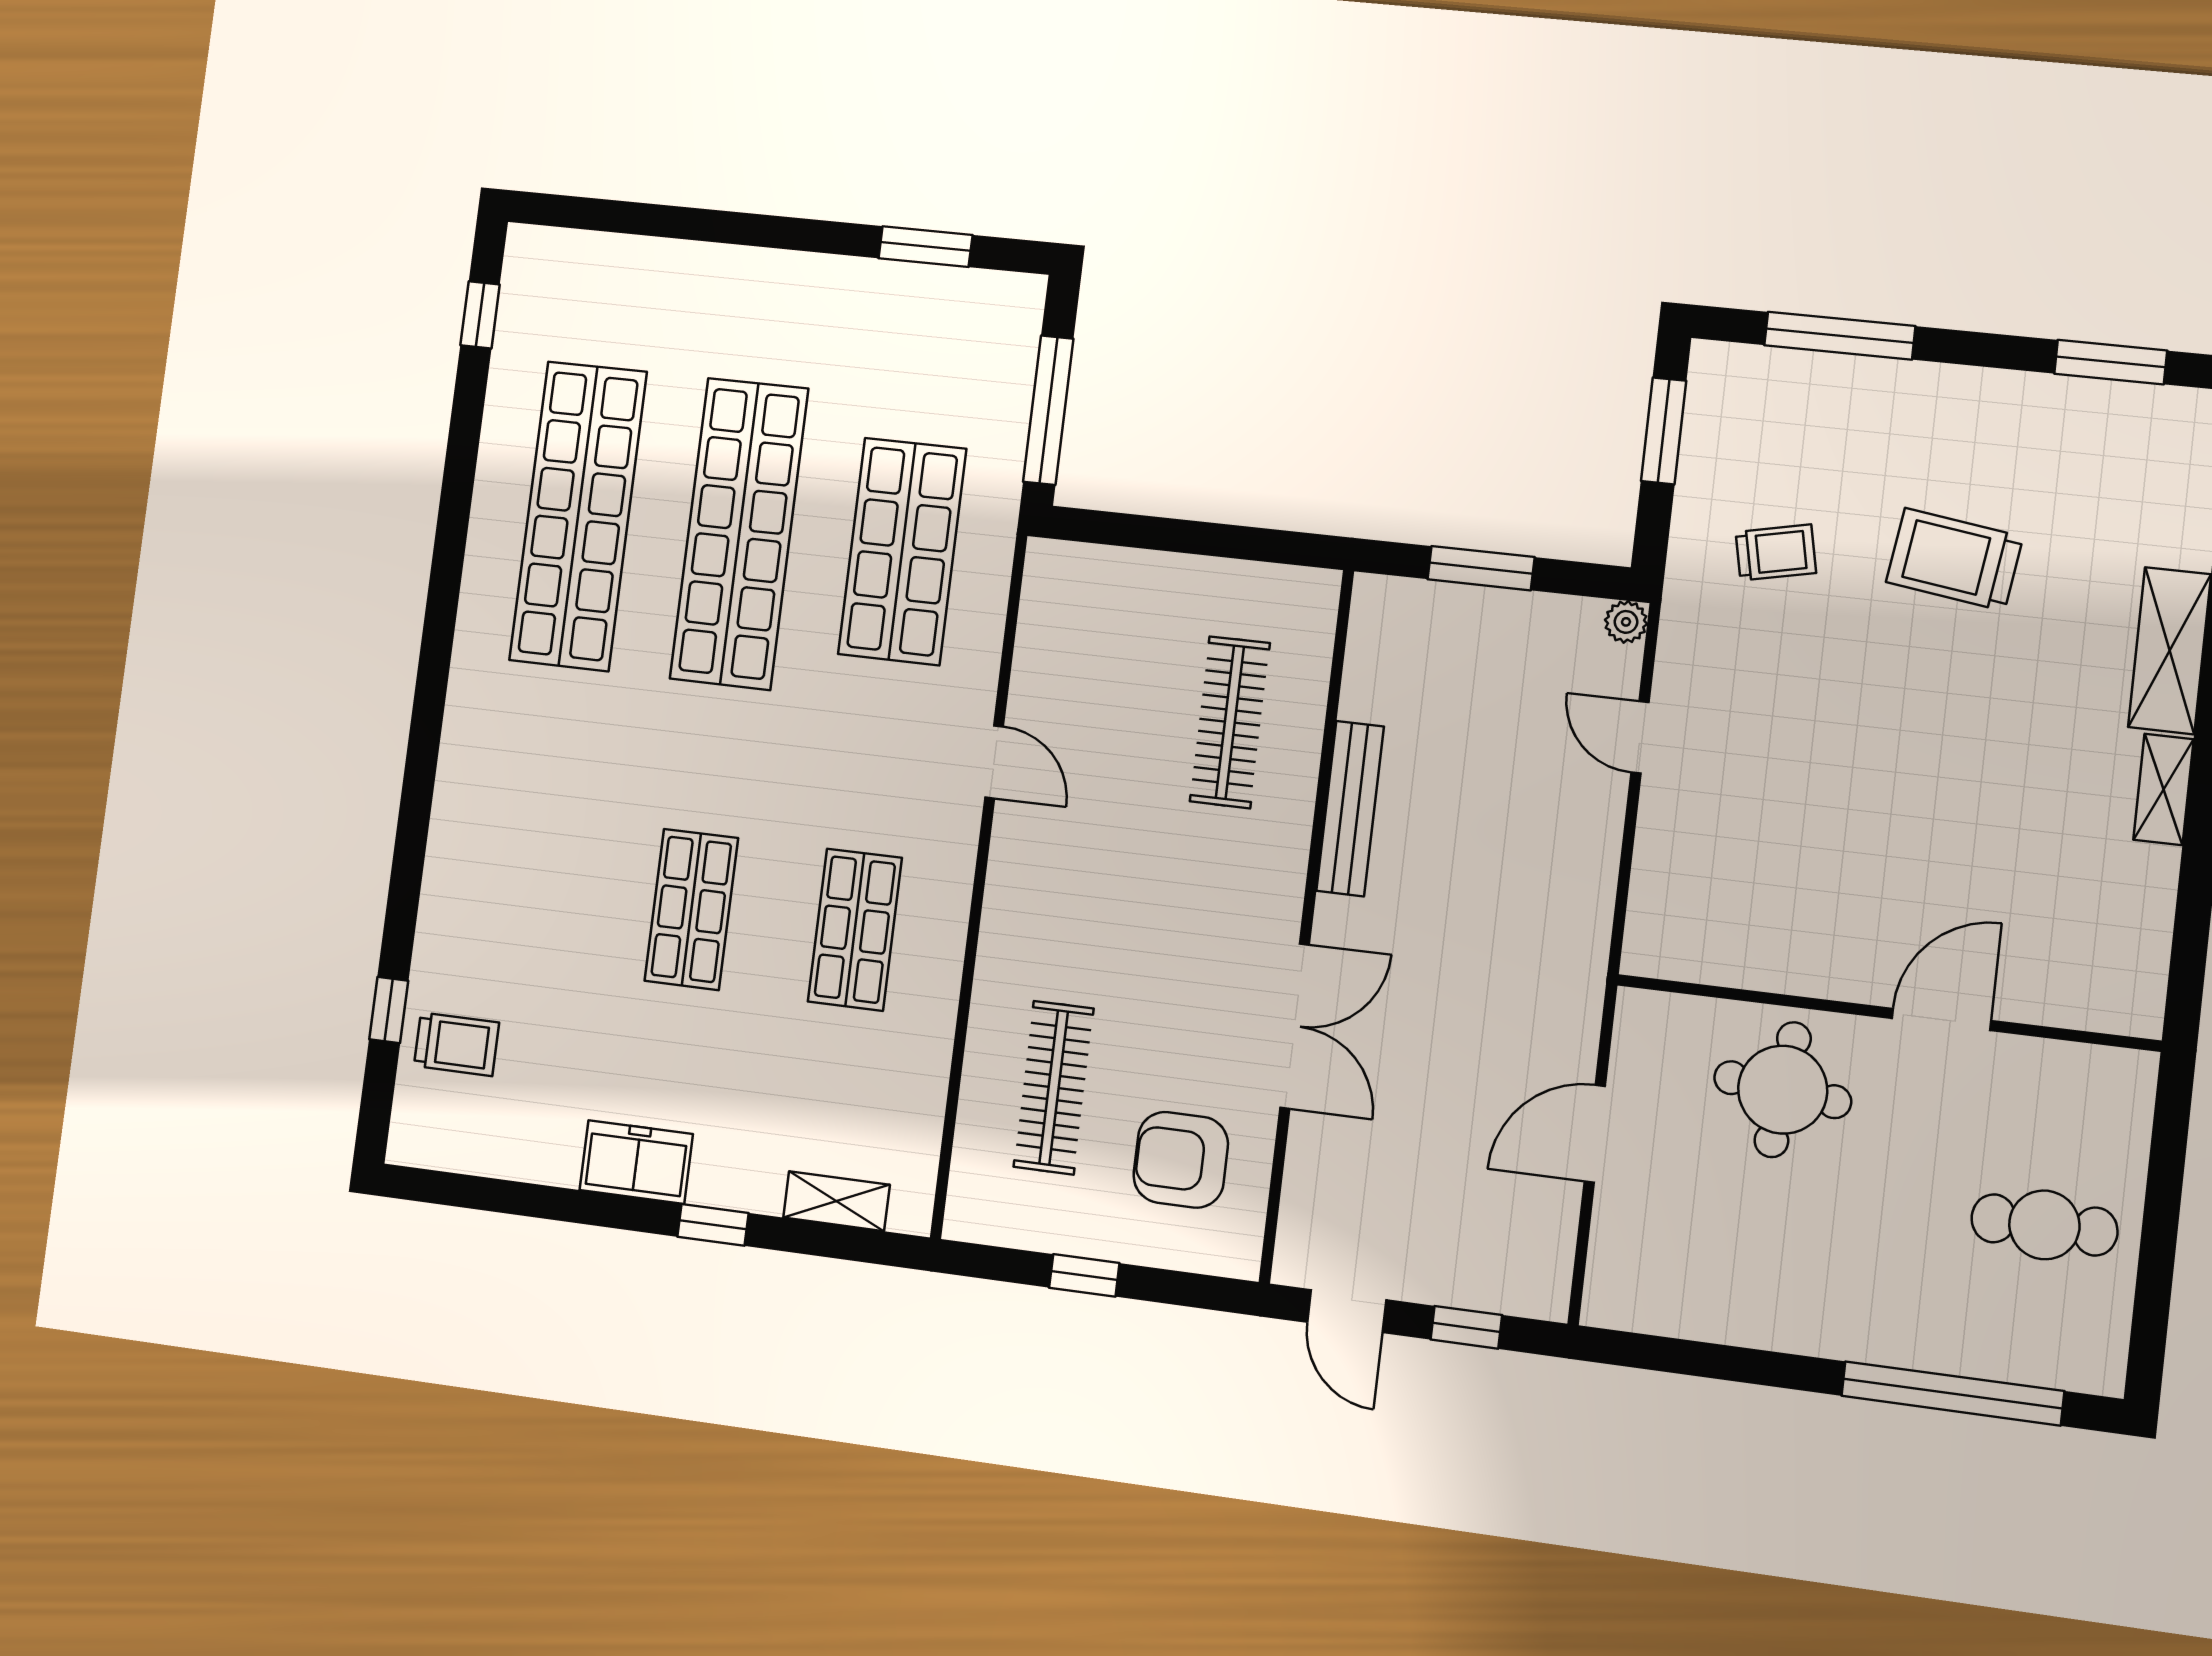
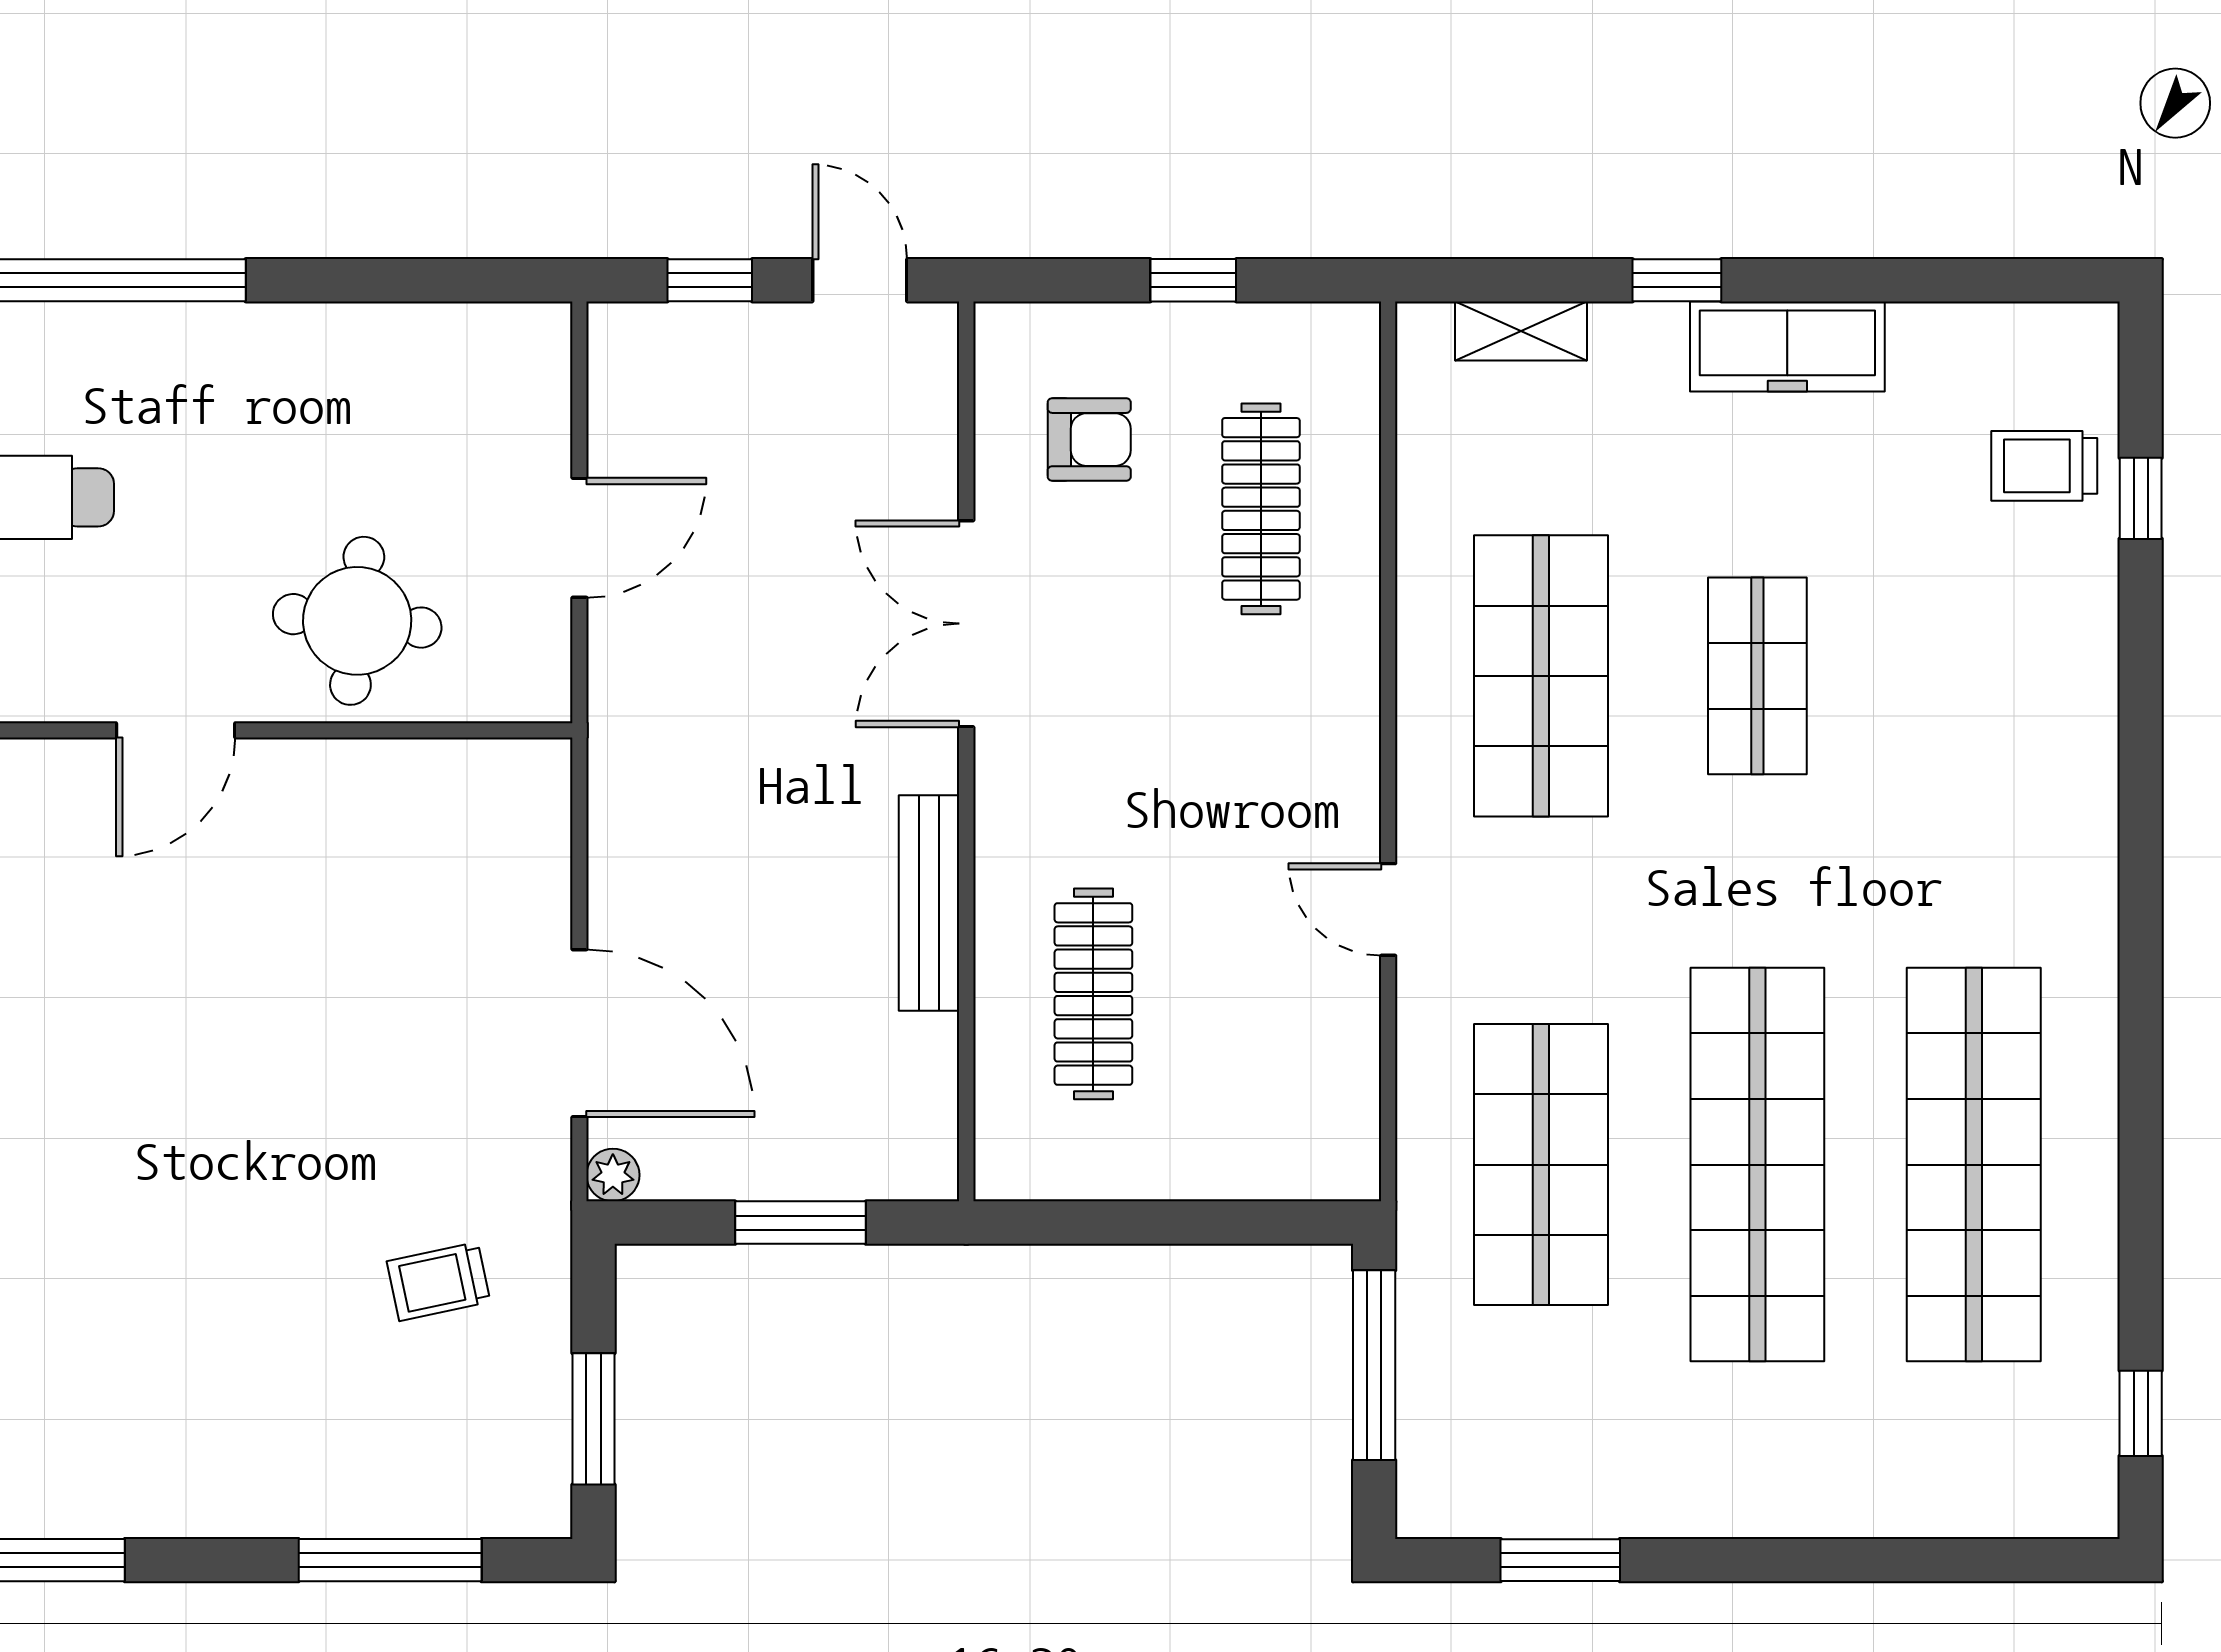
trolley: (1955, 559) -> (220, 1296), removed
door: (1640, 737) -> (579, 1033), width x1.88
shop shelf: (855, 930) -> (1541, 676), width x1.43, depth x1.36
armchair: (1181, 1160) -> (1089, 440), width x0.72, depth x0.72
freezer: (636, 1162) -> (1787, 346), width x1.40

